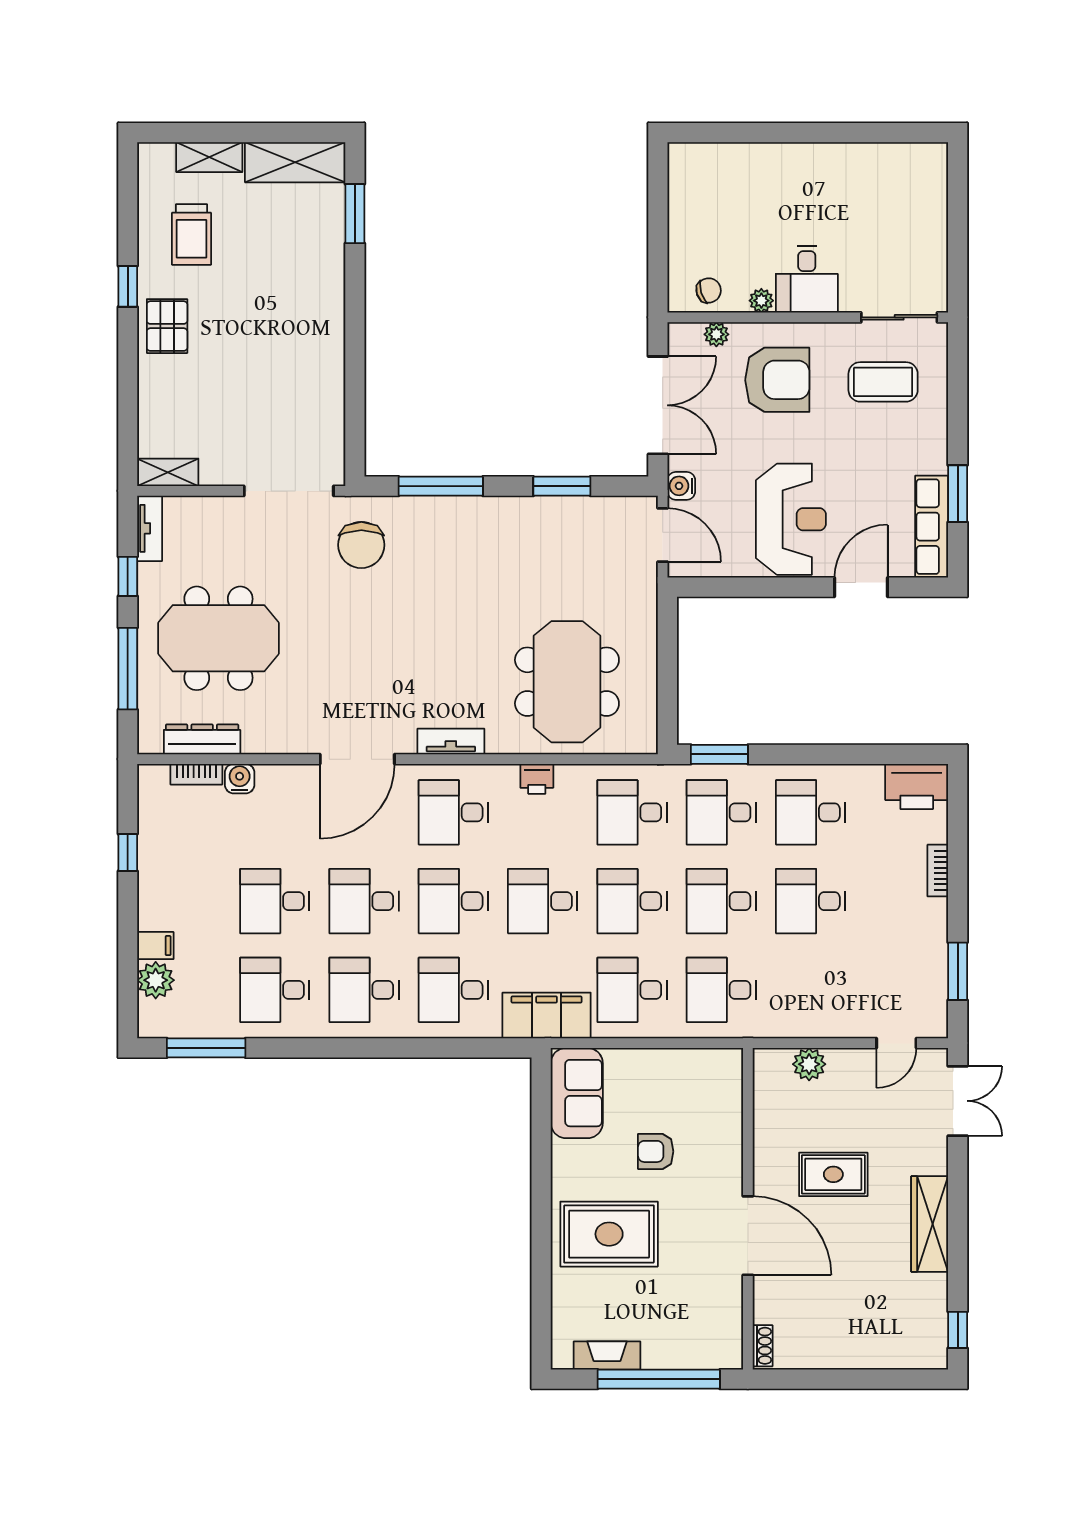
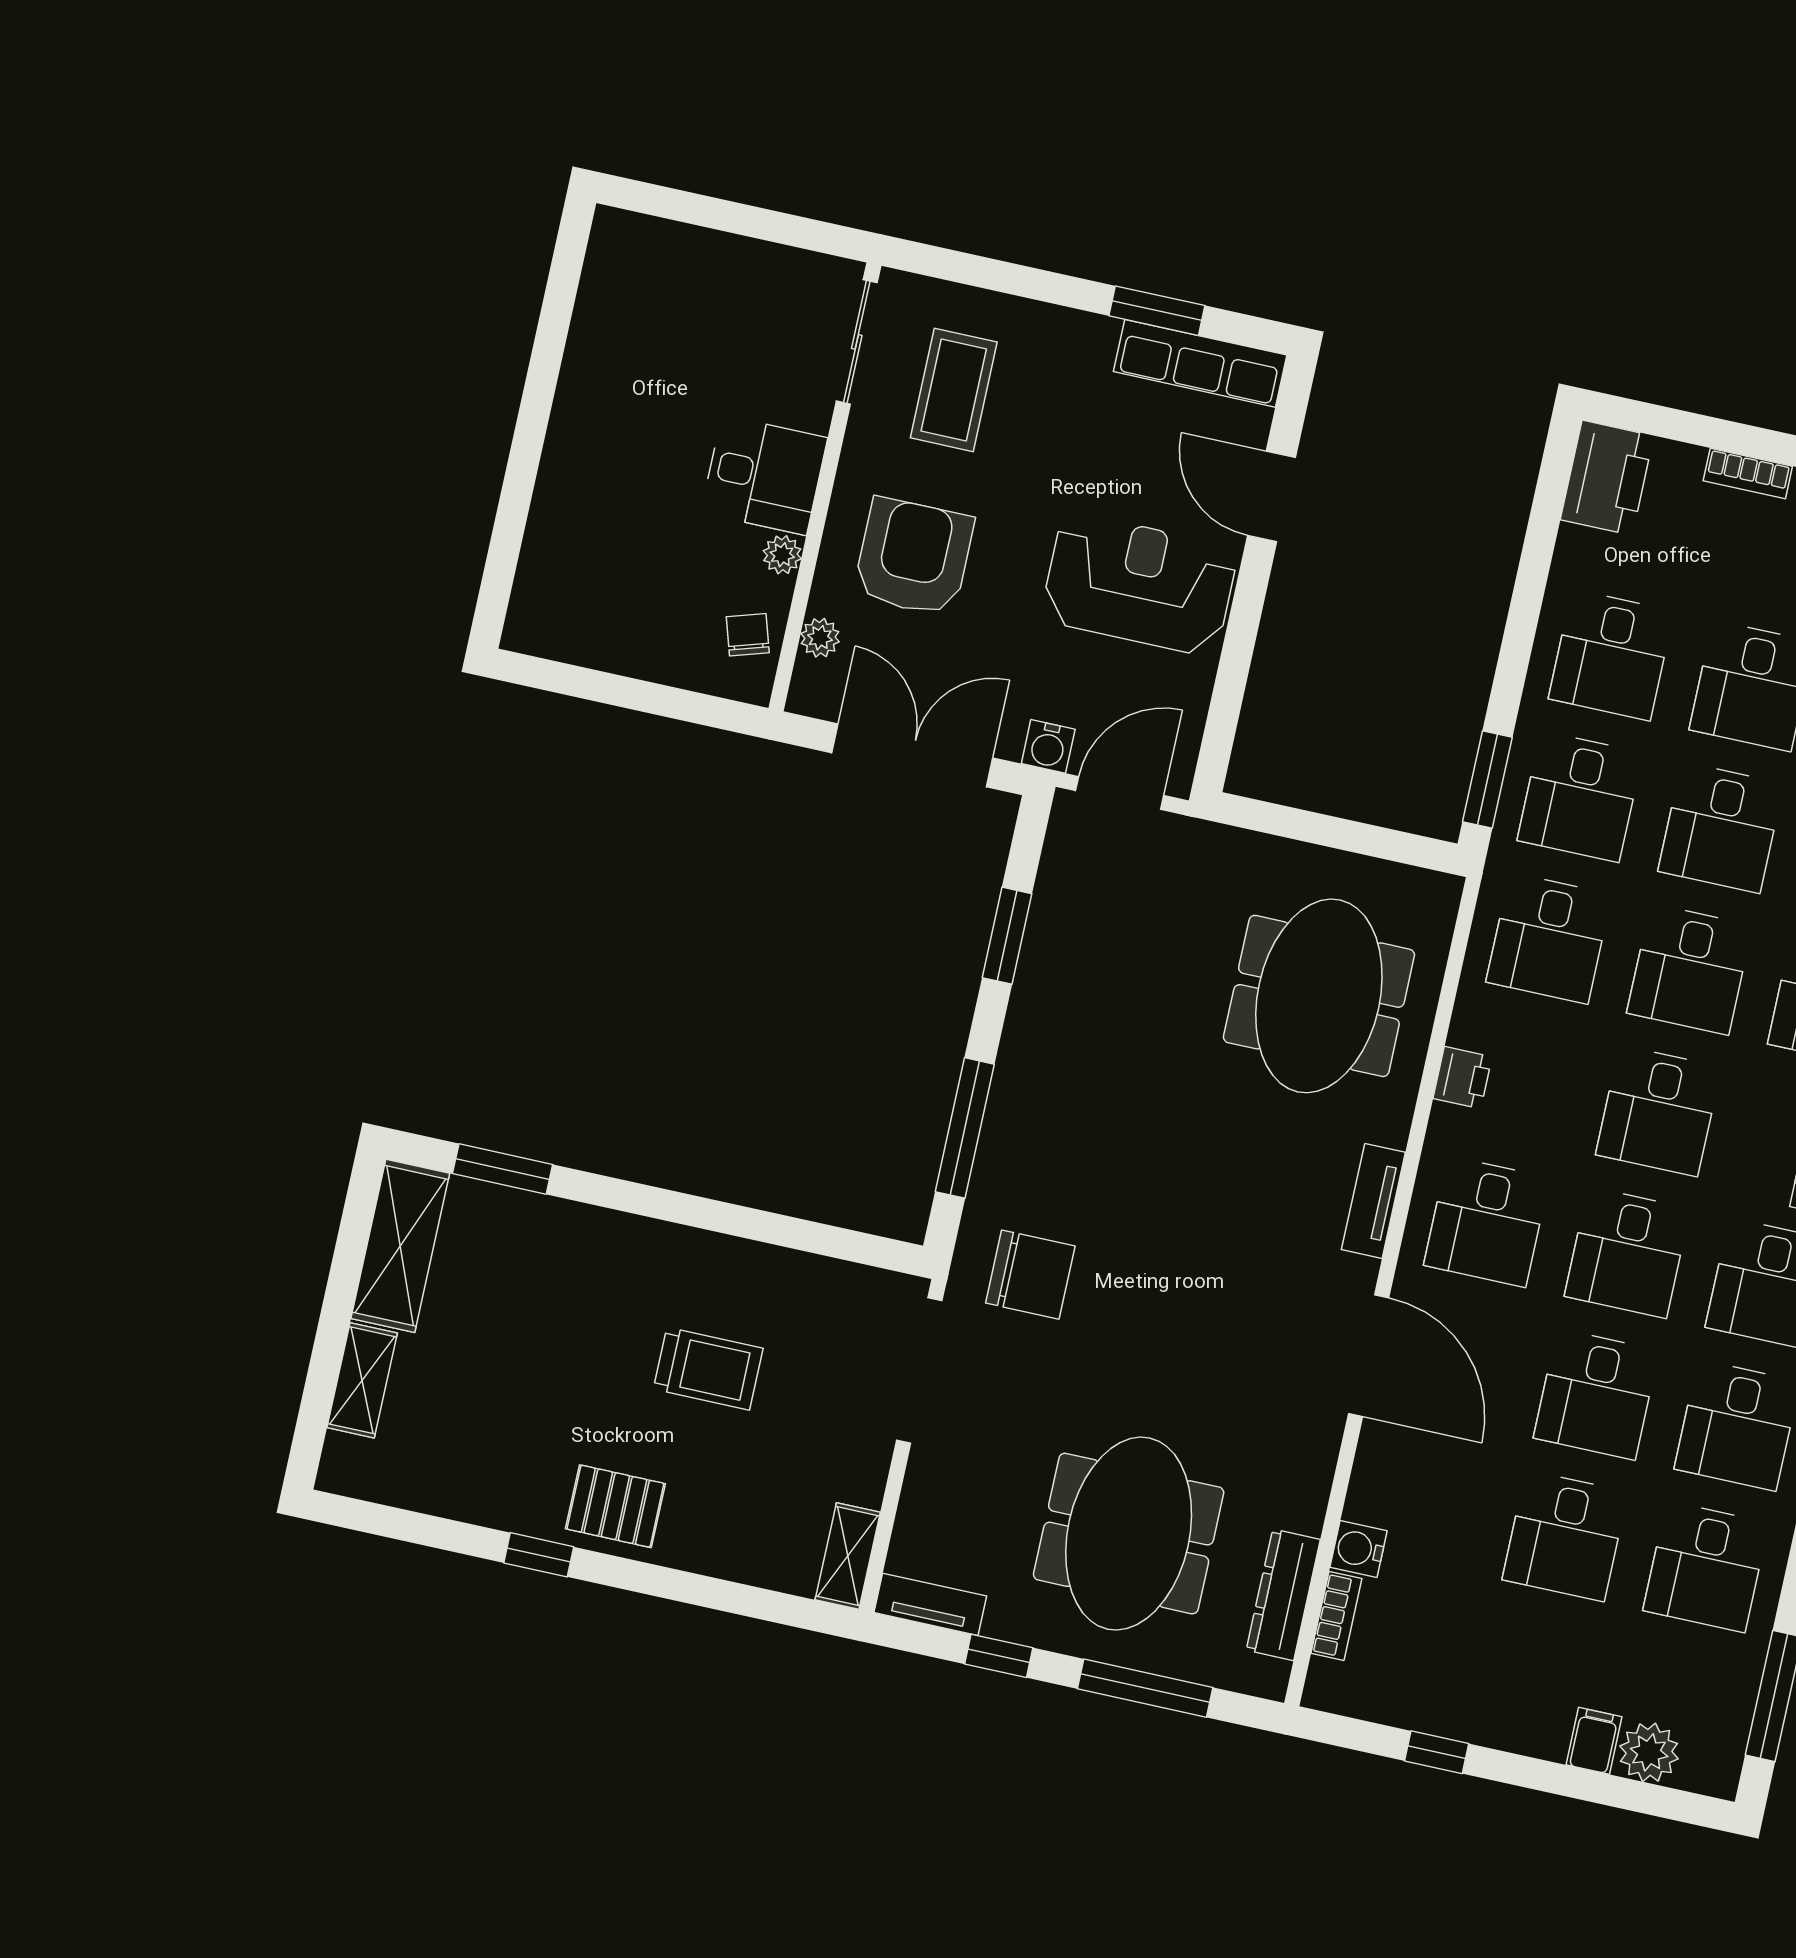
trolley: (191, 234) -> (708, 1369), moved
meeting table: (567, 682) -> (1319, 996), turned 90

